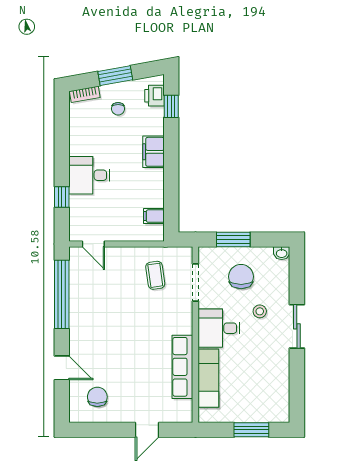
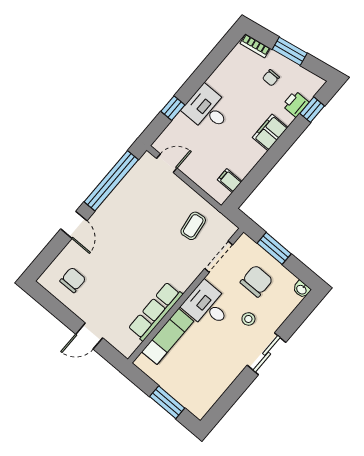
printer: (154, 96) -> (296, 104), moved
door: (93, 244) -> (167, 163), swing flipped
door: (62, 368) -> (74, 225), moved

